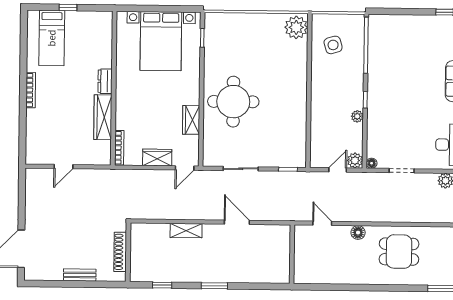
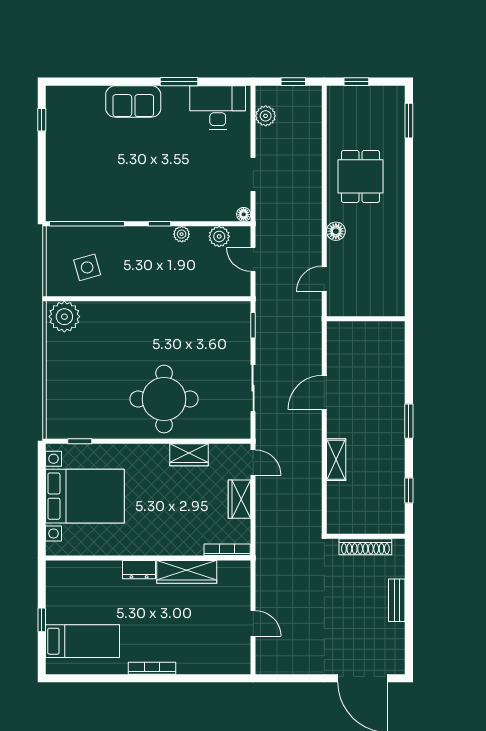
plant: (355, 160) -> (219, 236), moved

